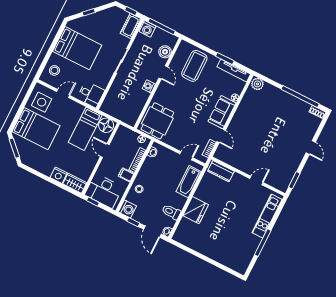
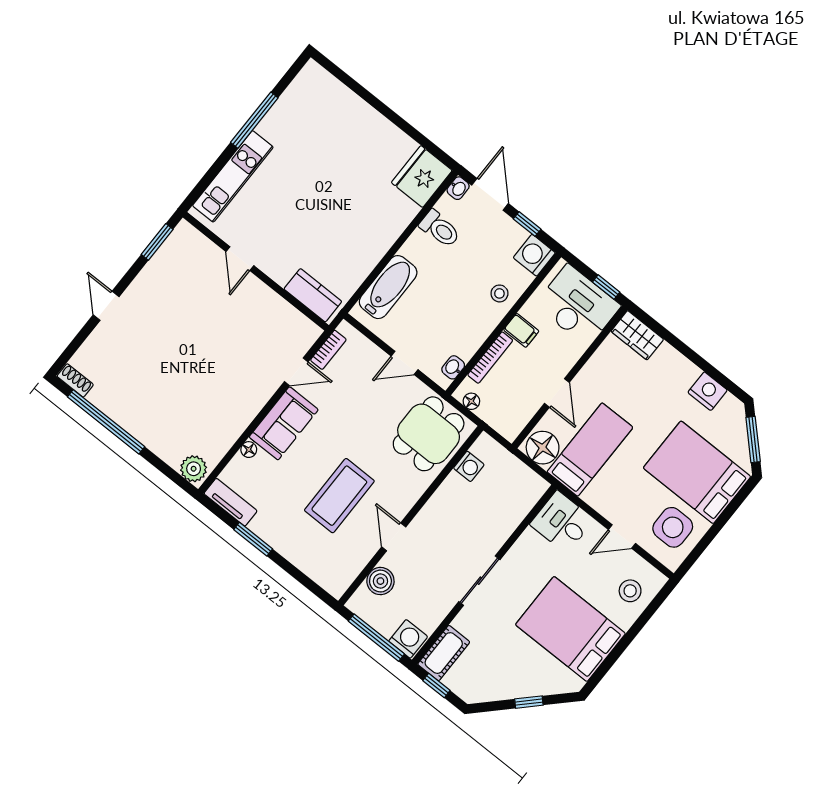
coffee table: (194, 66) -> (339, 496), moved
tv unit: (234, 70) -> (231, 502), width x0.71
washing machine: (149, 86) -> (469, 466), moved
door: (221, 136) -> (296, 372), swing flipped
door: (186, 156) -> (405, 363), moved
nightstand: (59, 175) -> (708, 391), moved
door: (256, 180) -> (240, 259), hinge flipped
fridge: (196, 210) -> (422, 176), moved

